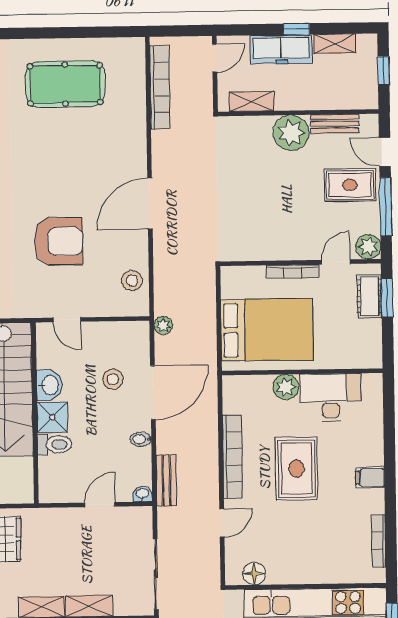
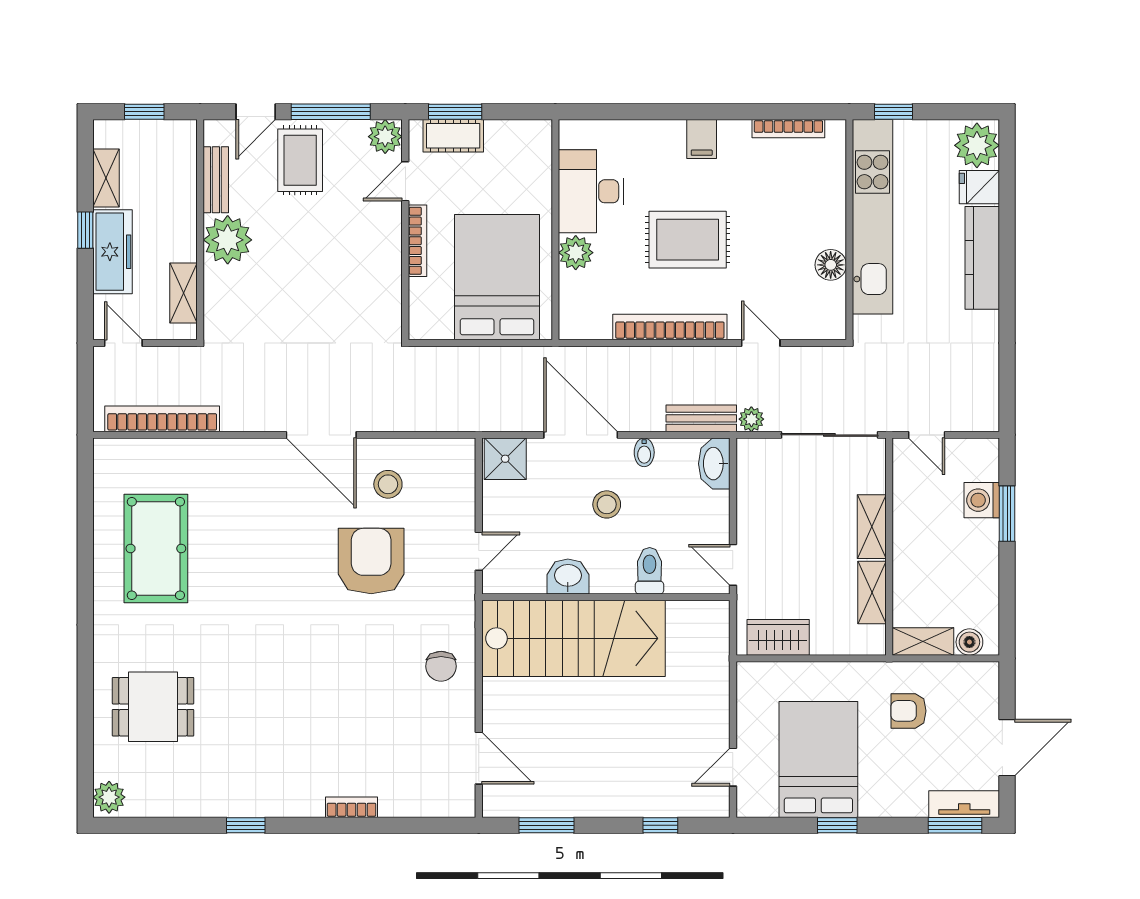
door: (336, 262) -> (405, 181), hinge flipped
stool: (132, 281) -> (388, 484), moved
plant: (163, 326) -> (751, 419), moved
stool: (113, 379) -> (607, 504), moved
shower: (52, 417) -> (505, 459), moved
washbasin: (142, 494) -> (714, 464), width x1.91, depth x1.45
door: (100, 505) -> (733, 565), moved
floor lamp: (254, 574) -> (831, 265), moved

